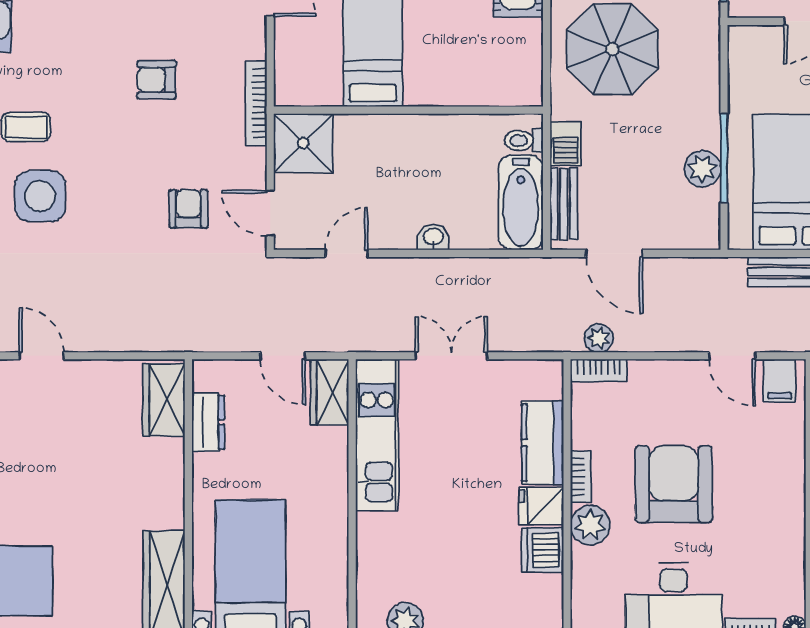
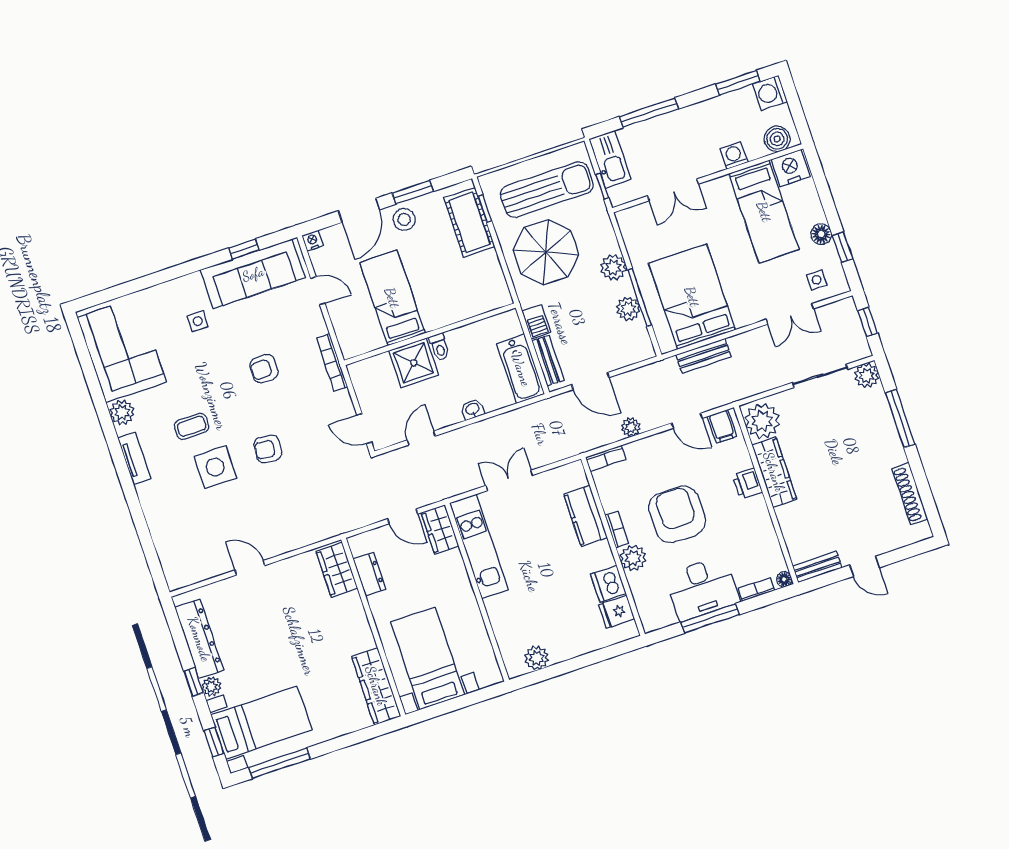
plant: (701, 103) -> (613, 267), added
toilet: (524, 141) -> (439, 347), moved, turned -90
shower: (303, 143) -> (414, 363), moved
armchair: (188, 209) -> (268, 449), moved, turned -84
plant: (599, 338) -> (631, 427), moved
printer: (788, 474) -> (747, 484), added
fridge: (541, 506) -> (617, 612), moved

